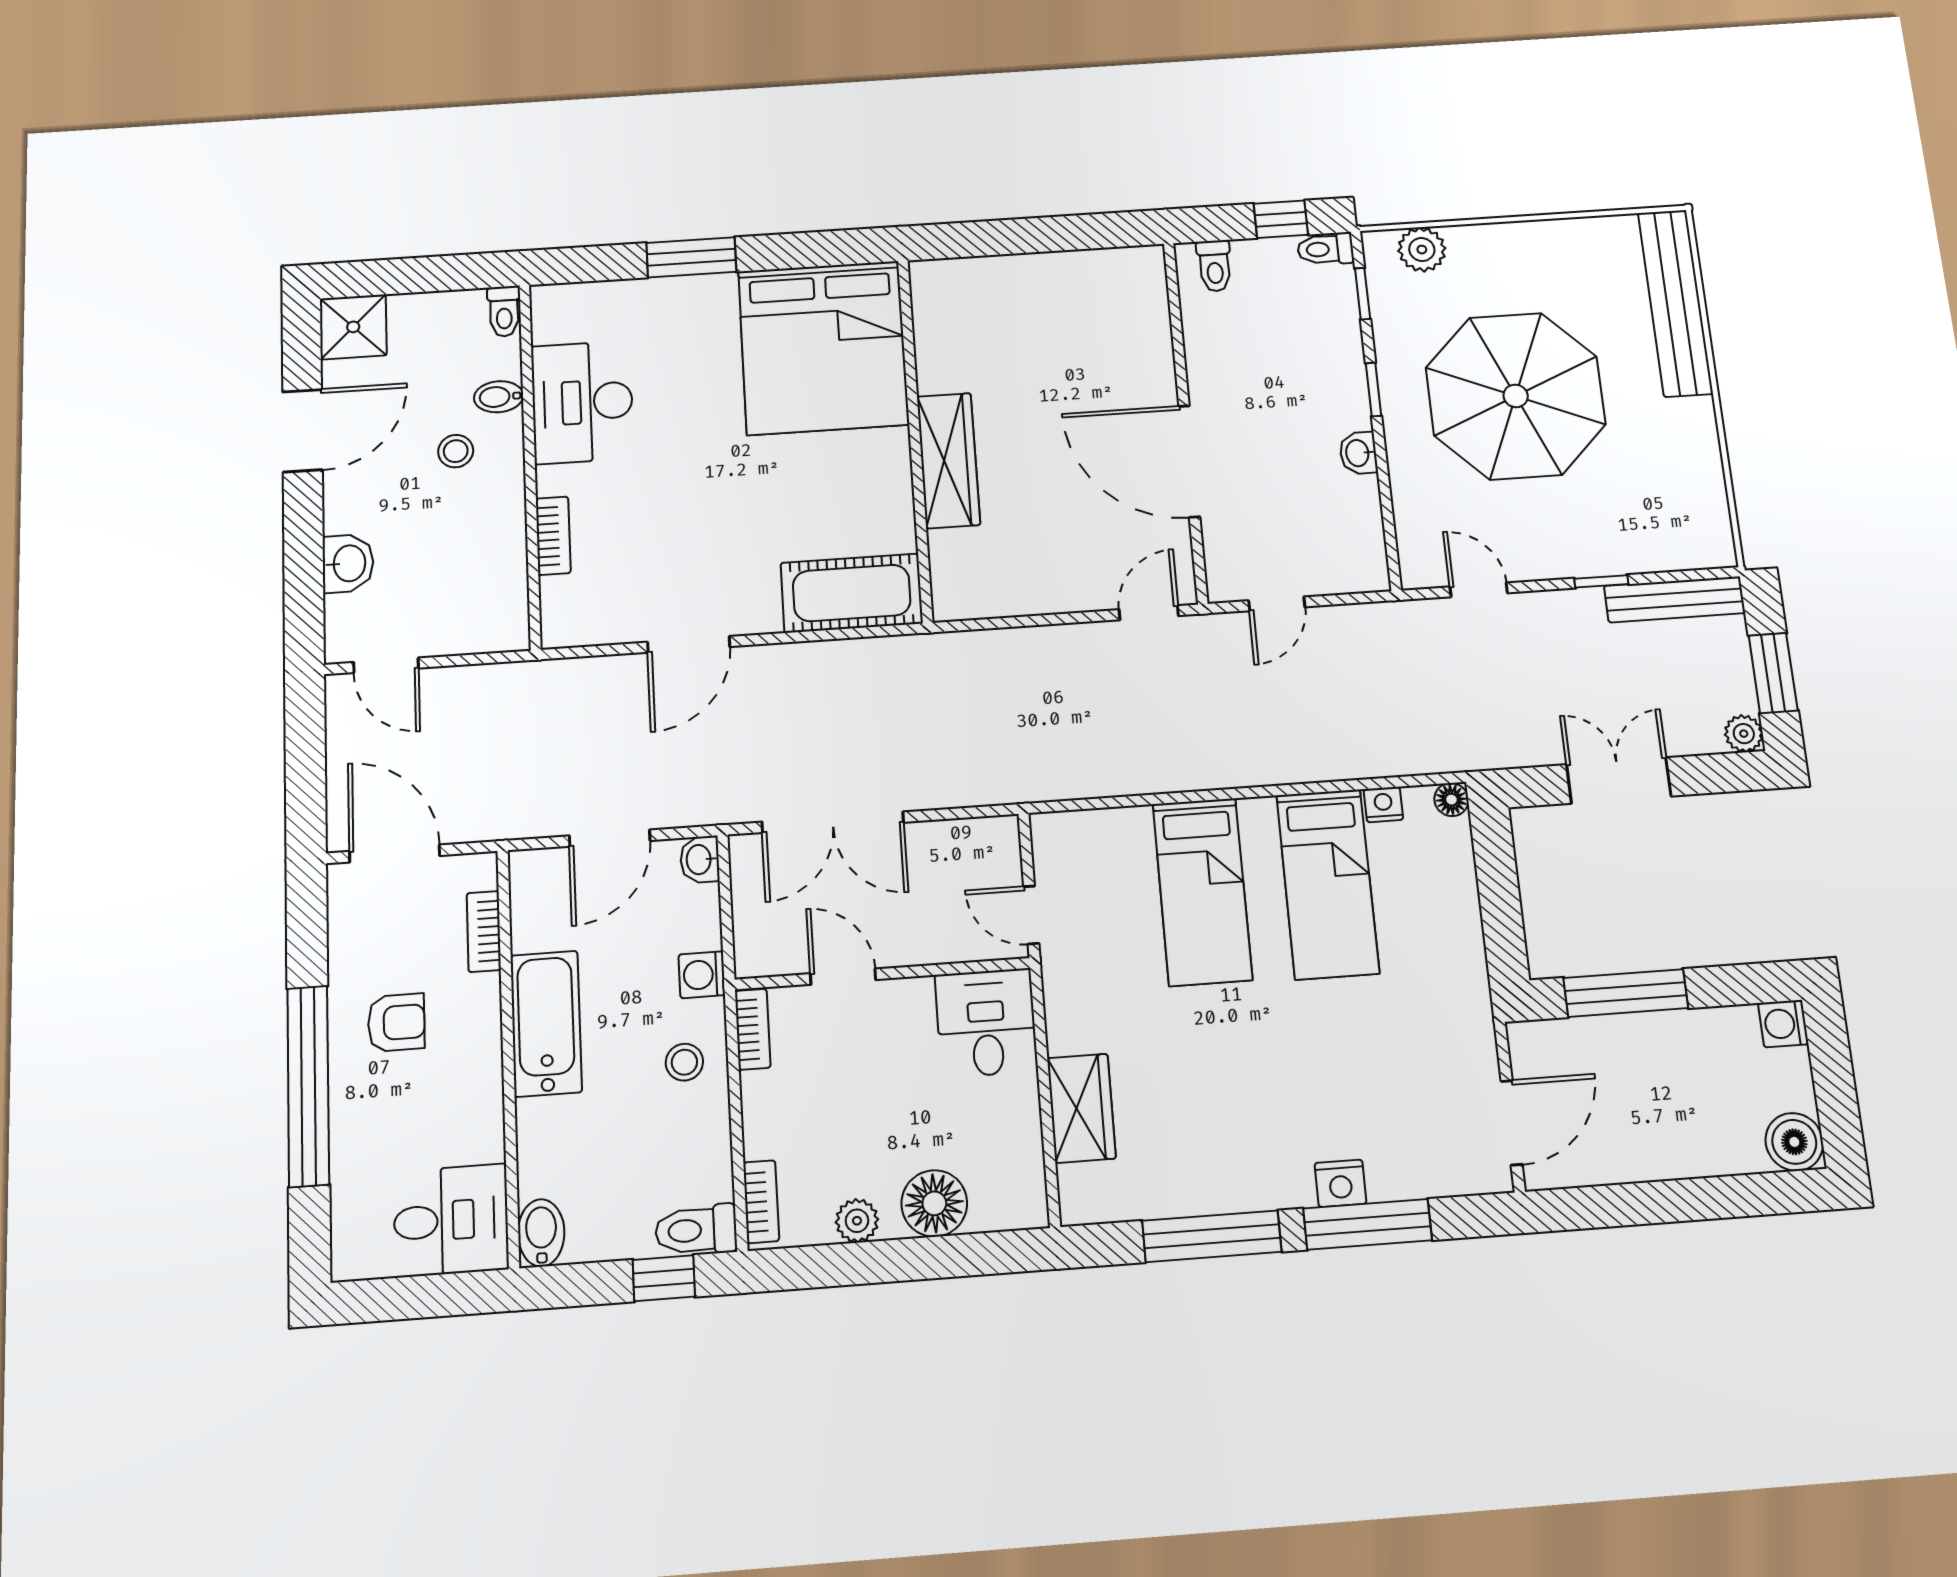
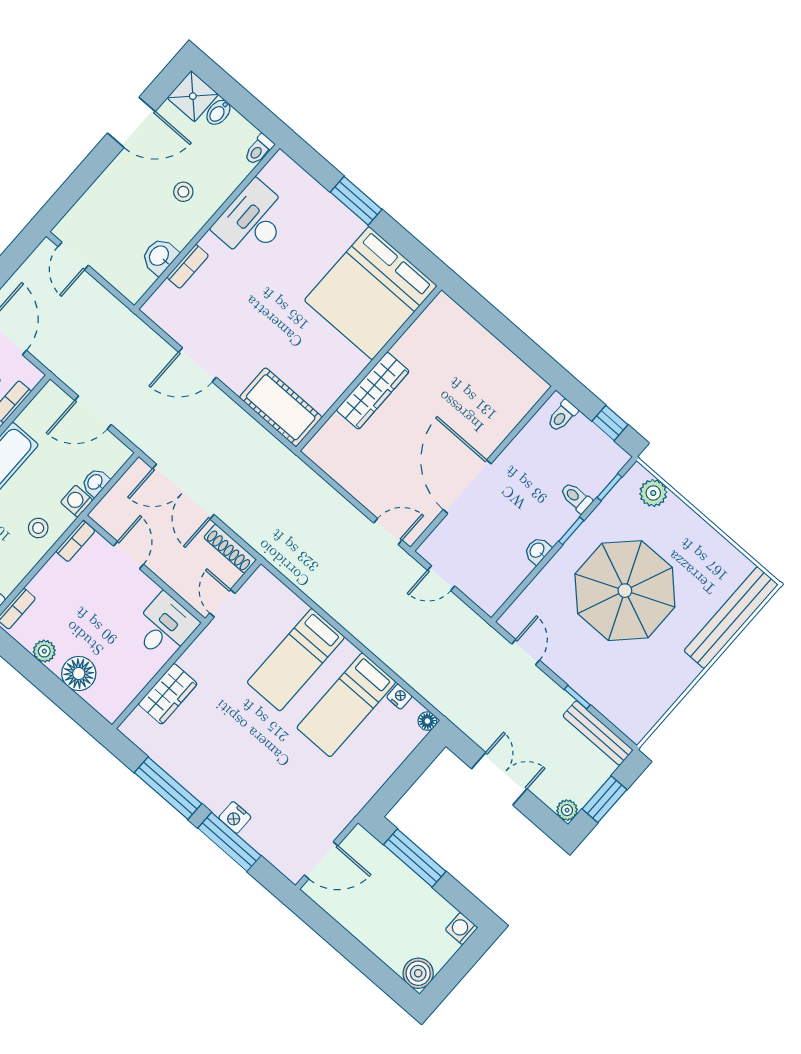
toilet: (1325, 249) -> (576, 498), moved
bidet: (499, 397) -> (218, 112), moved, turned -90
washbasin: (348, 563) -> (160, 256), moved, turned 180
shoe rack: (969, 834) -> (230, 549), added
washbasin: (700, 860) -> (95, 482), moved

